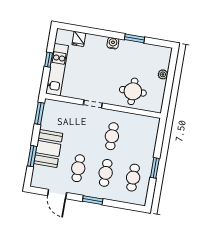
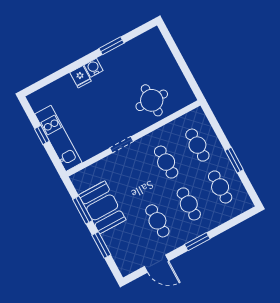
fridge: (79, 39) -> (81, 77), moved
plant: (163, 74) -> (169, 60), removed
window: (39, 113) -> (82, 210), moved
cafe table: (139, 141) -> (197, 145), added
booth: (48, 148) -> (102, 207), moved

